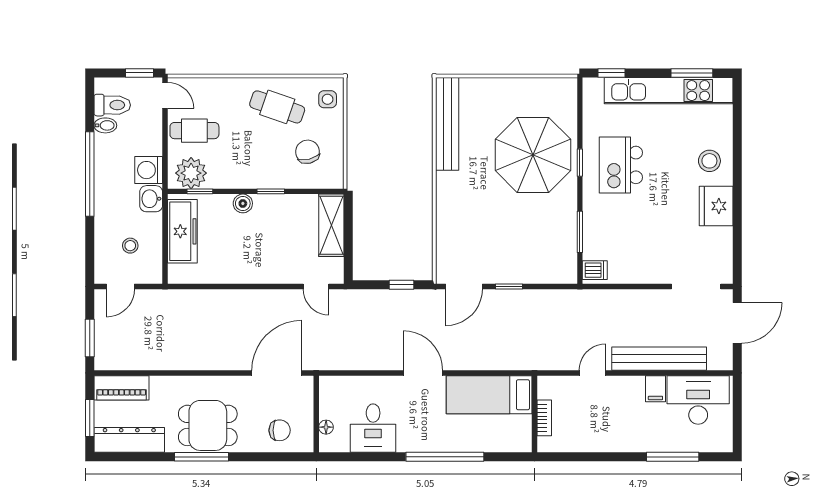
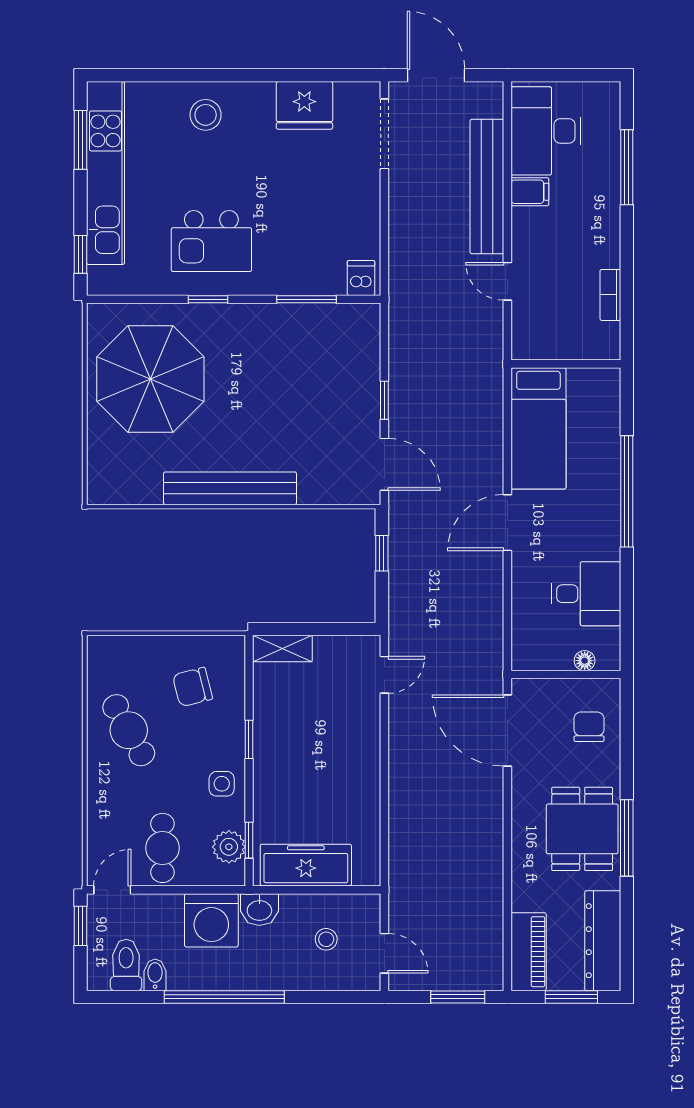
side table: (328, 99) -> (222, 784), moved
cafe table: (277, 107) -> (129, 730), turned -48
bench: (447, 124) -> (230, 488), moved
parasol: (533, 155) -> (150, 379), moved
washing machine: (149, 170) -> (211, 920), width x1.37, depth x1.37
plant: (191, 173) -> (229, 847), width x0.73, depth x0.73
boiler: (243, 203) -> (266, 779), removed
fridge: (716, 206) -> (304, 105), moved
shelving: (331, 225) -> (282, 649), width x0.67, depth x0.75
bookcase: (544, 418) -> (610, 295), moved, turned -90

